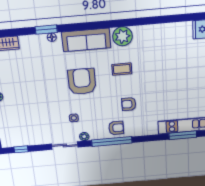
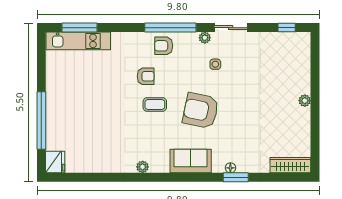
plant: (122, 36) -> (143, 167), width x0.53, depth x0.53
sofa: (86, 40) -> (191, 161), width x0.73
coffee table: (122, 69) -> (155, 104), moved
armchair: (82, 82) -> (201, 111), turned 102

